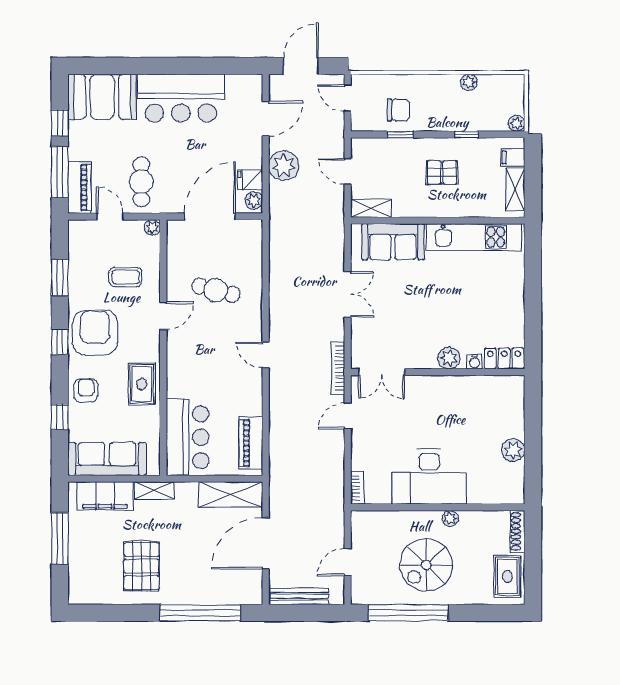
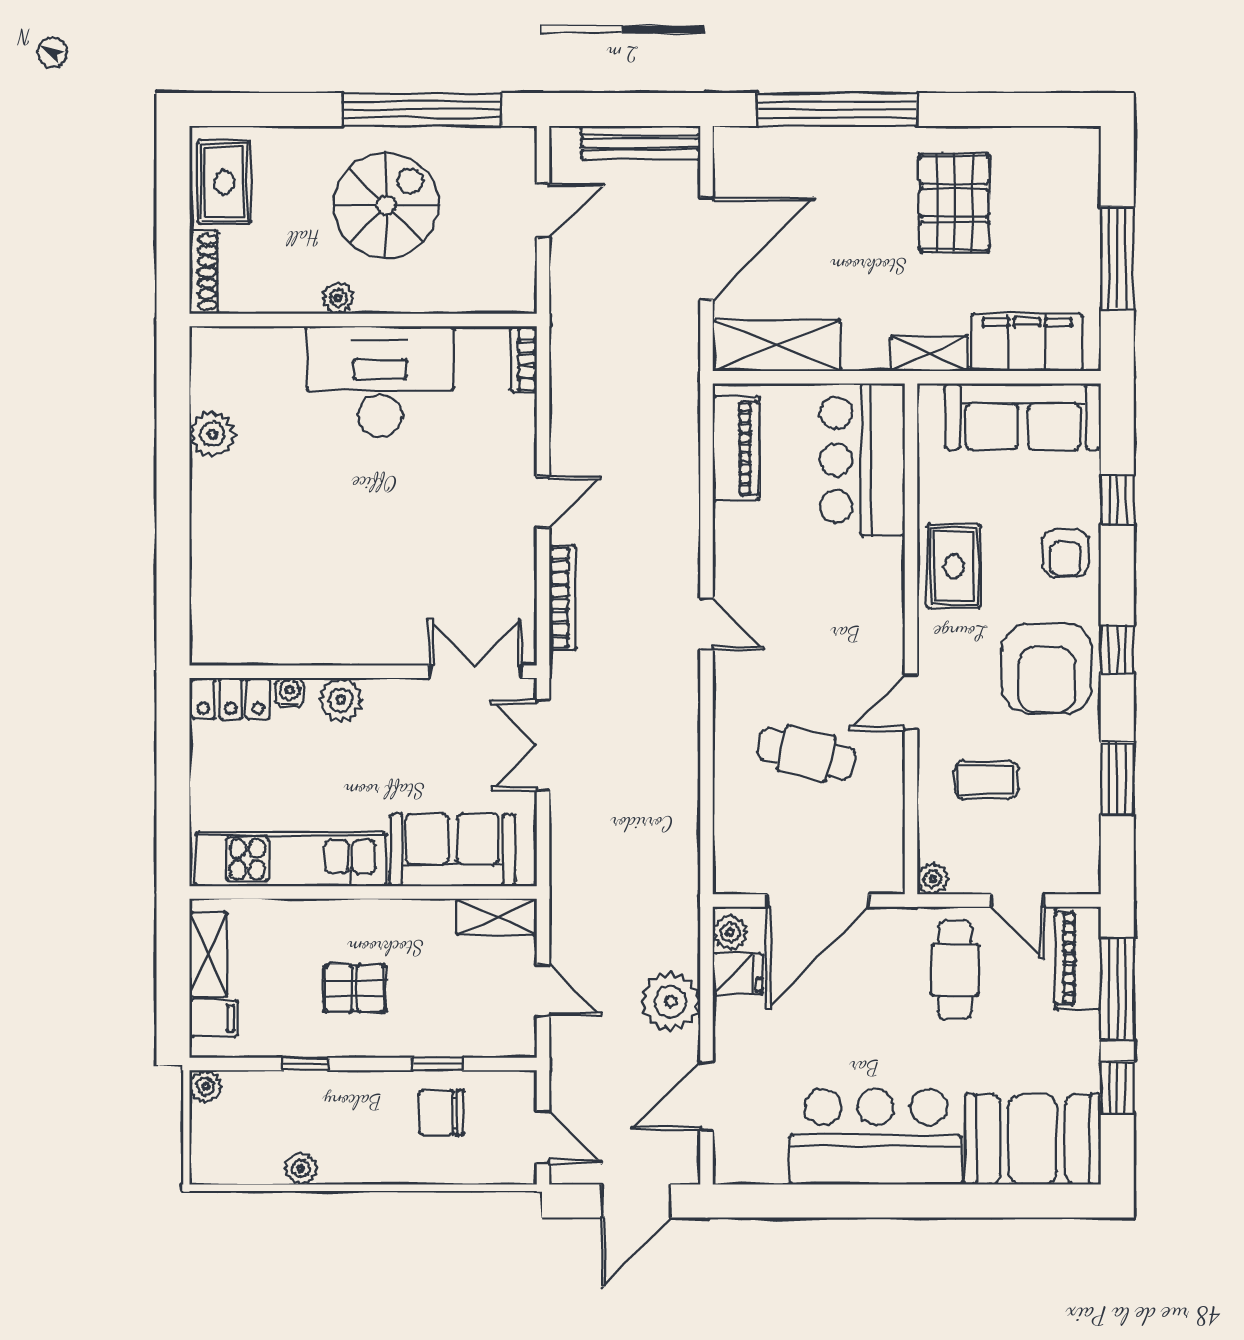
plant: (449, 358) -> (340, 700), moved
locker: (504, 359) -> (231, 699), moved
water cooler: (475, 362) -> (290, 692), moved
double door: (381, 372) -> (475, 672), moved
wall: (438, 372) -> (363, 672), moved

